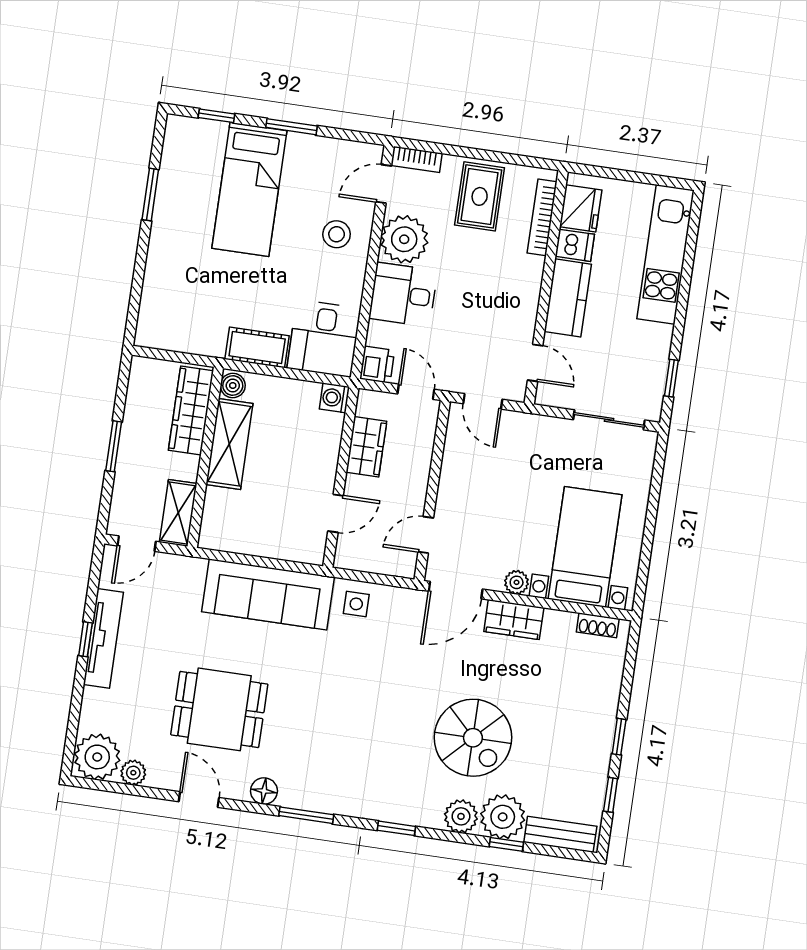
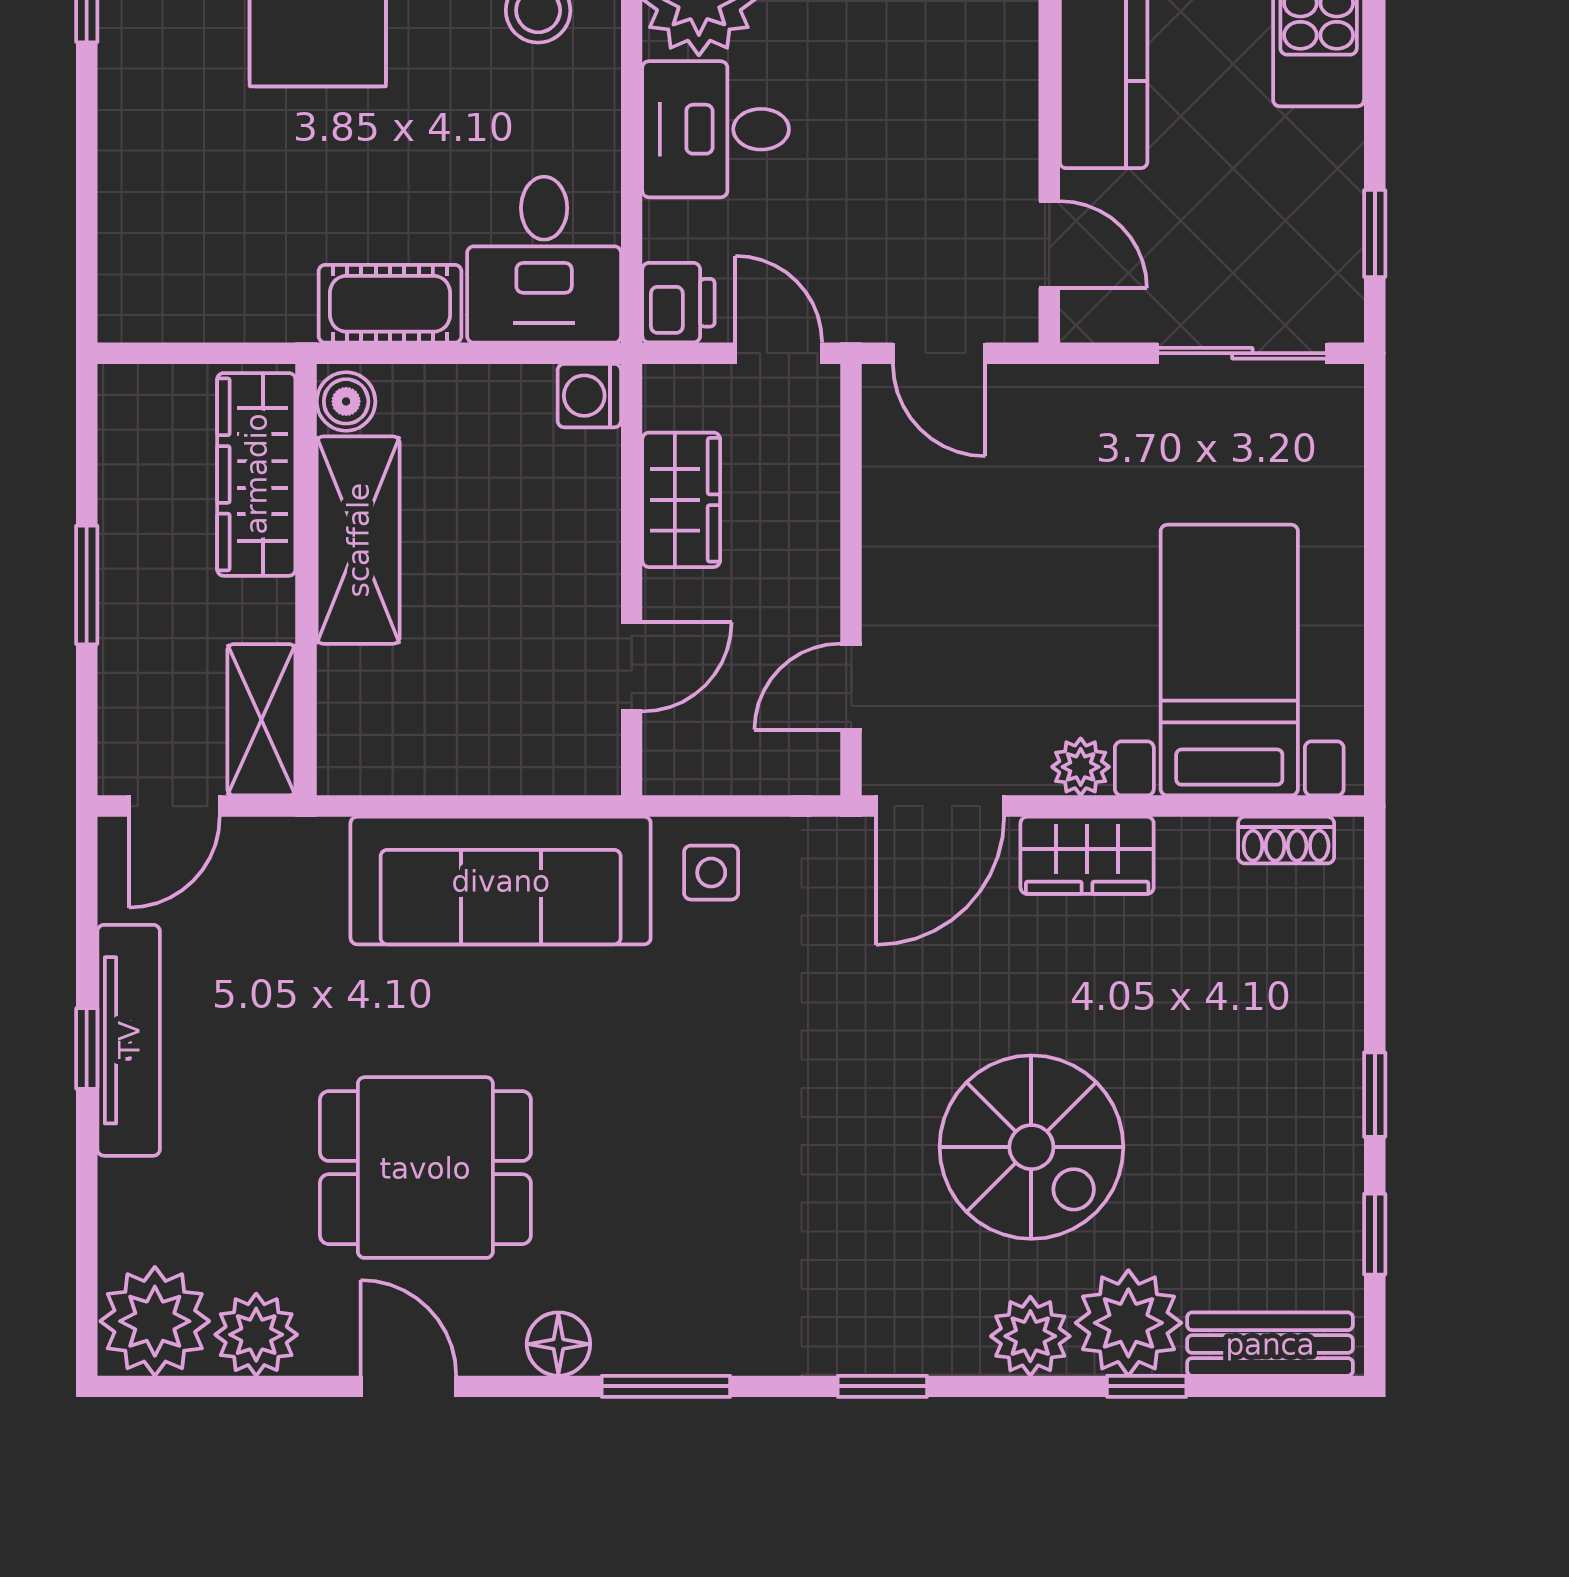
plant: (133, 773) -> (256, 1335), width x1.38, depth x1.38

